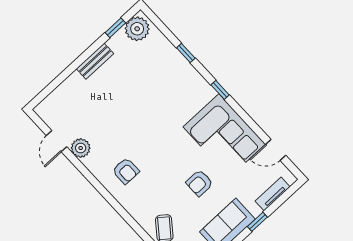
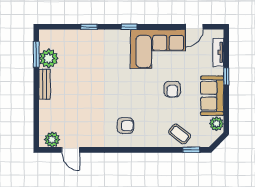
window: (115, 28) -> (36, 54), width x1.50
plant: (137, 29) -> (49, 58), moved
plant: (81, 148) -> (52, 140), moved

